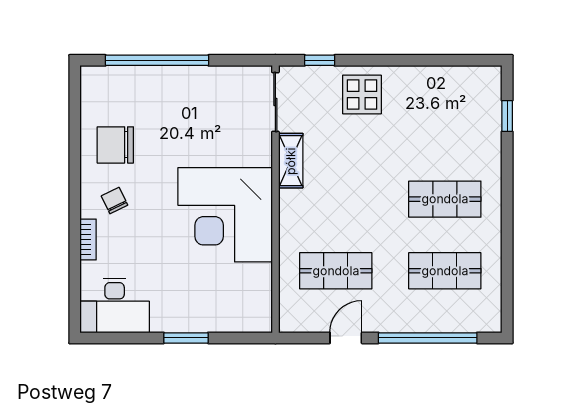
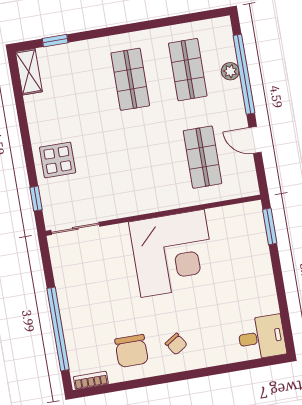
shelving: (291, 161) -> (29, 72), moved, turned 90
chair: (115, 201) -> (176, 344), turned -97
bookcase: (88, 239) -> (91, 380), moved
desk: (115, 306) -> (262, 337), width x0.73
plant: (434, 322) -> (230, 71), added
window: (186, 338) -> (270, 226), moved

